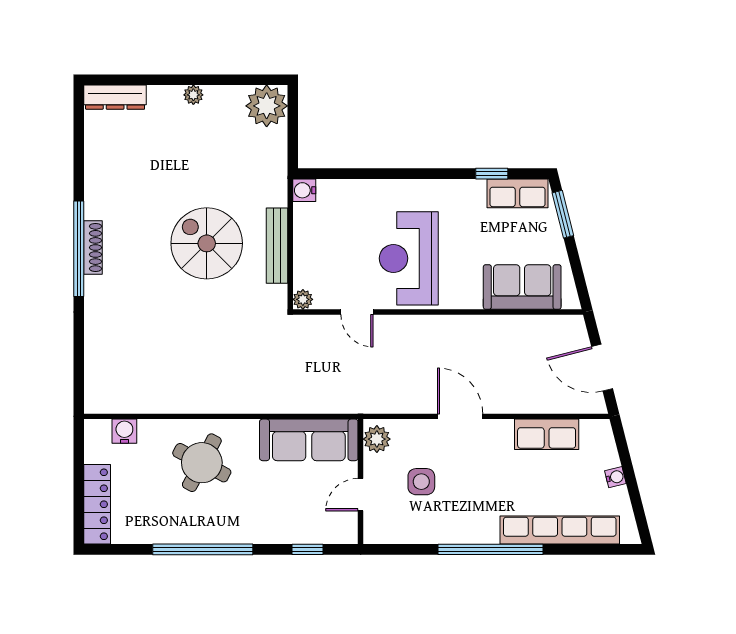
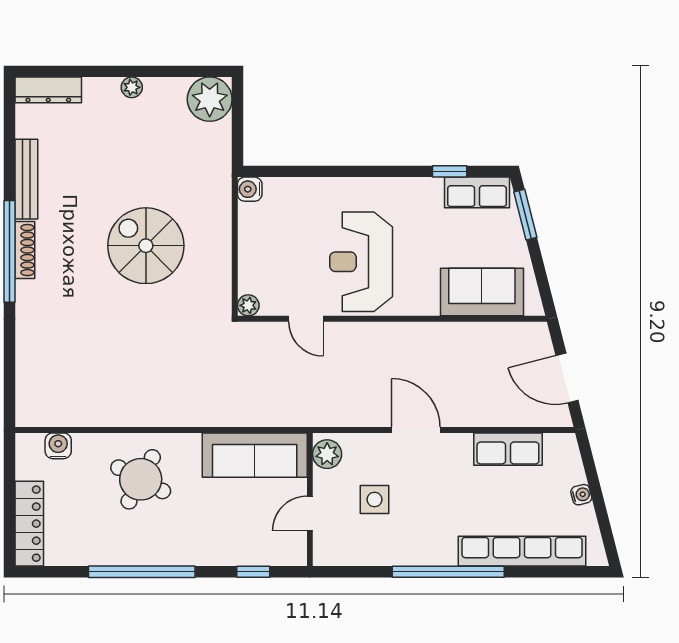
bench: (277, 246) -> (26, 179), moved

